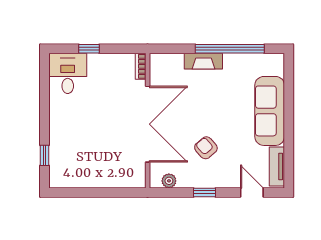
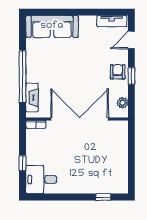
window: (230, 49) -> (22, 77), moved
fireplace: (203, 61) -> (32, 97), moved
sofa: (270, 111) -> (52, 26), moved
armchair: (206, 148) -> (118, 72), moved, turned 131

